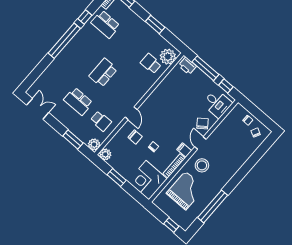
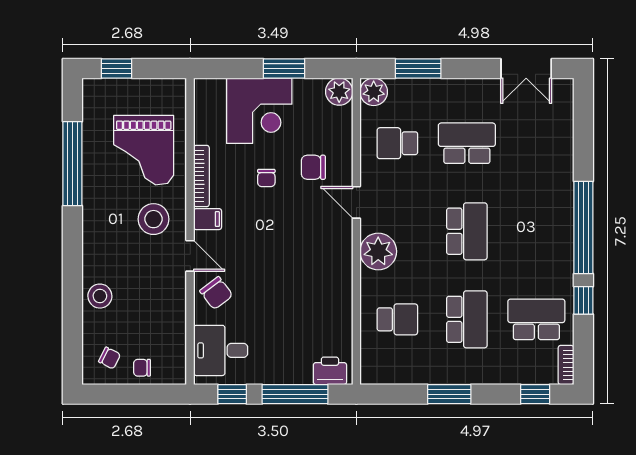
school desk: (128, 44) -> (467, 319), added
plant: (168, 57) -> (378, 251), moved
stool: (241, 155) -> (100, 296), added
corner desk: (147, 180) -> (259, 111), moved, turned 90

